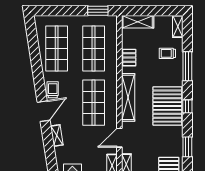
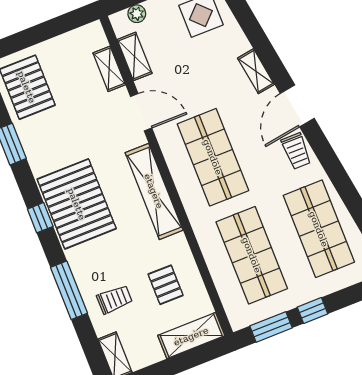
window: (75, 11) -> (312, 311), added
pallet: (129, 58) -> (166, 285), moved
door: (119, 138) -> (141, 112), hinge flipped

